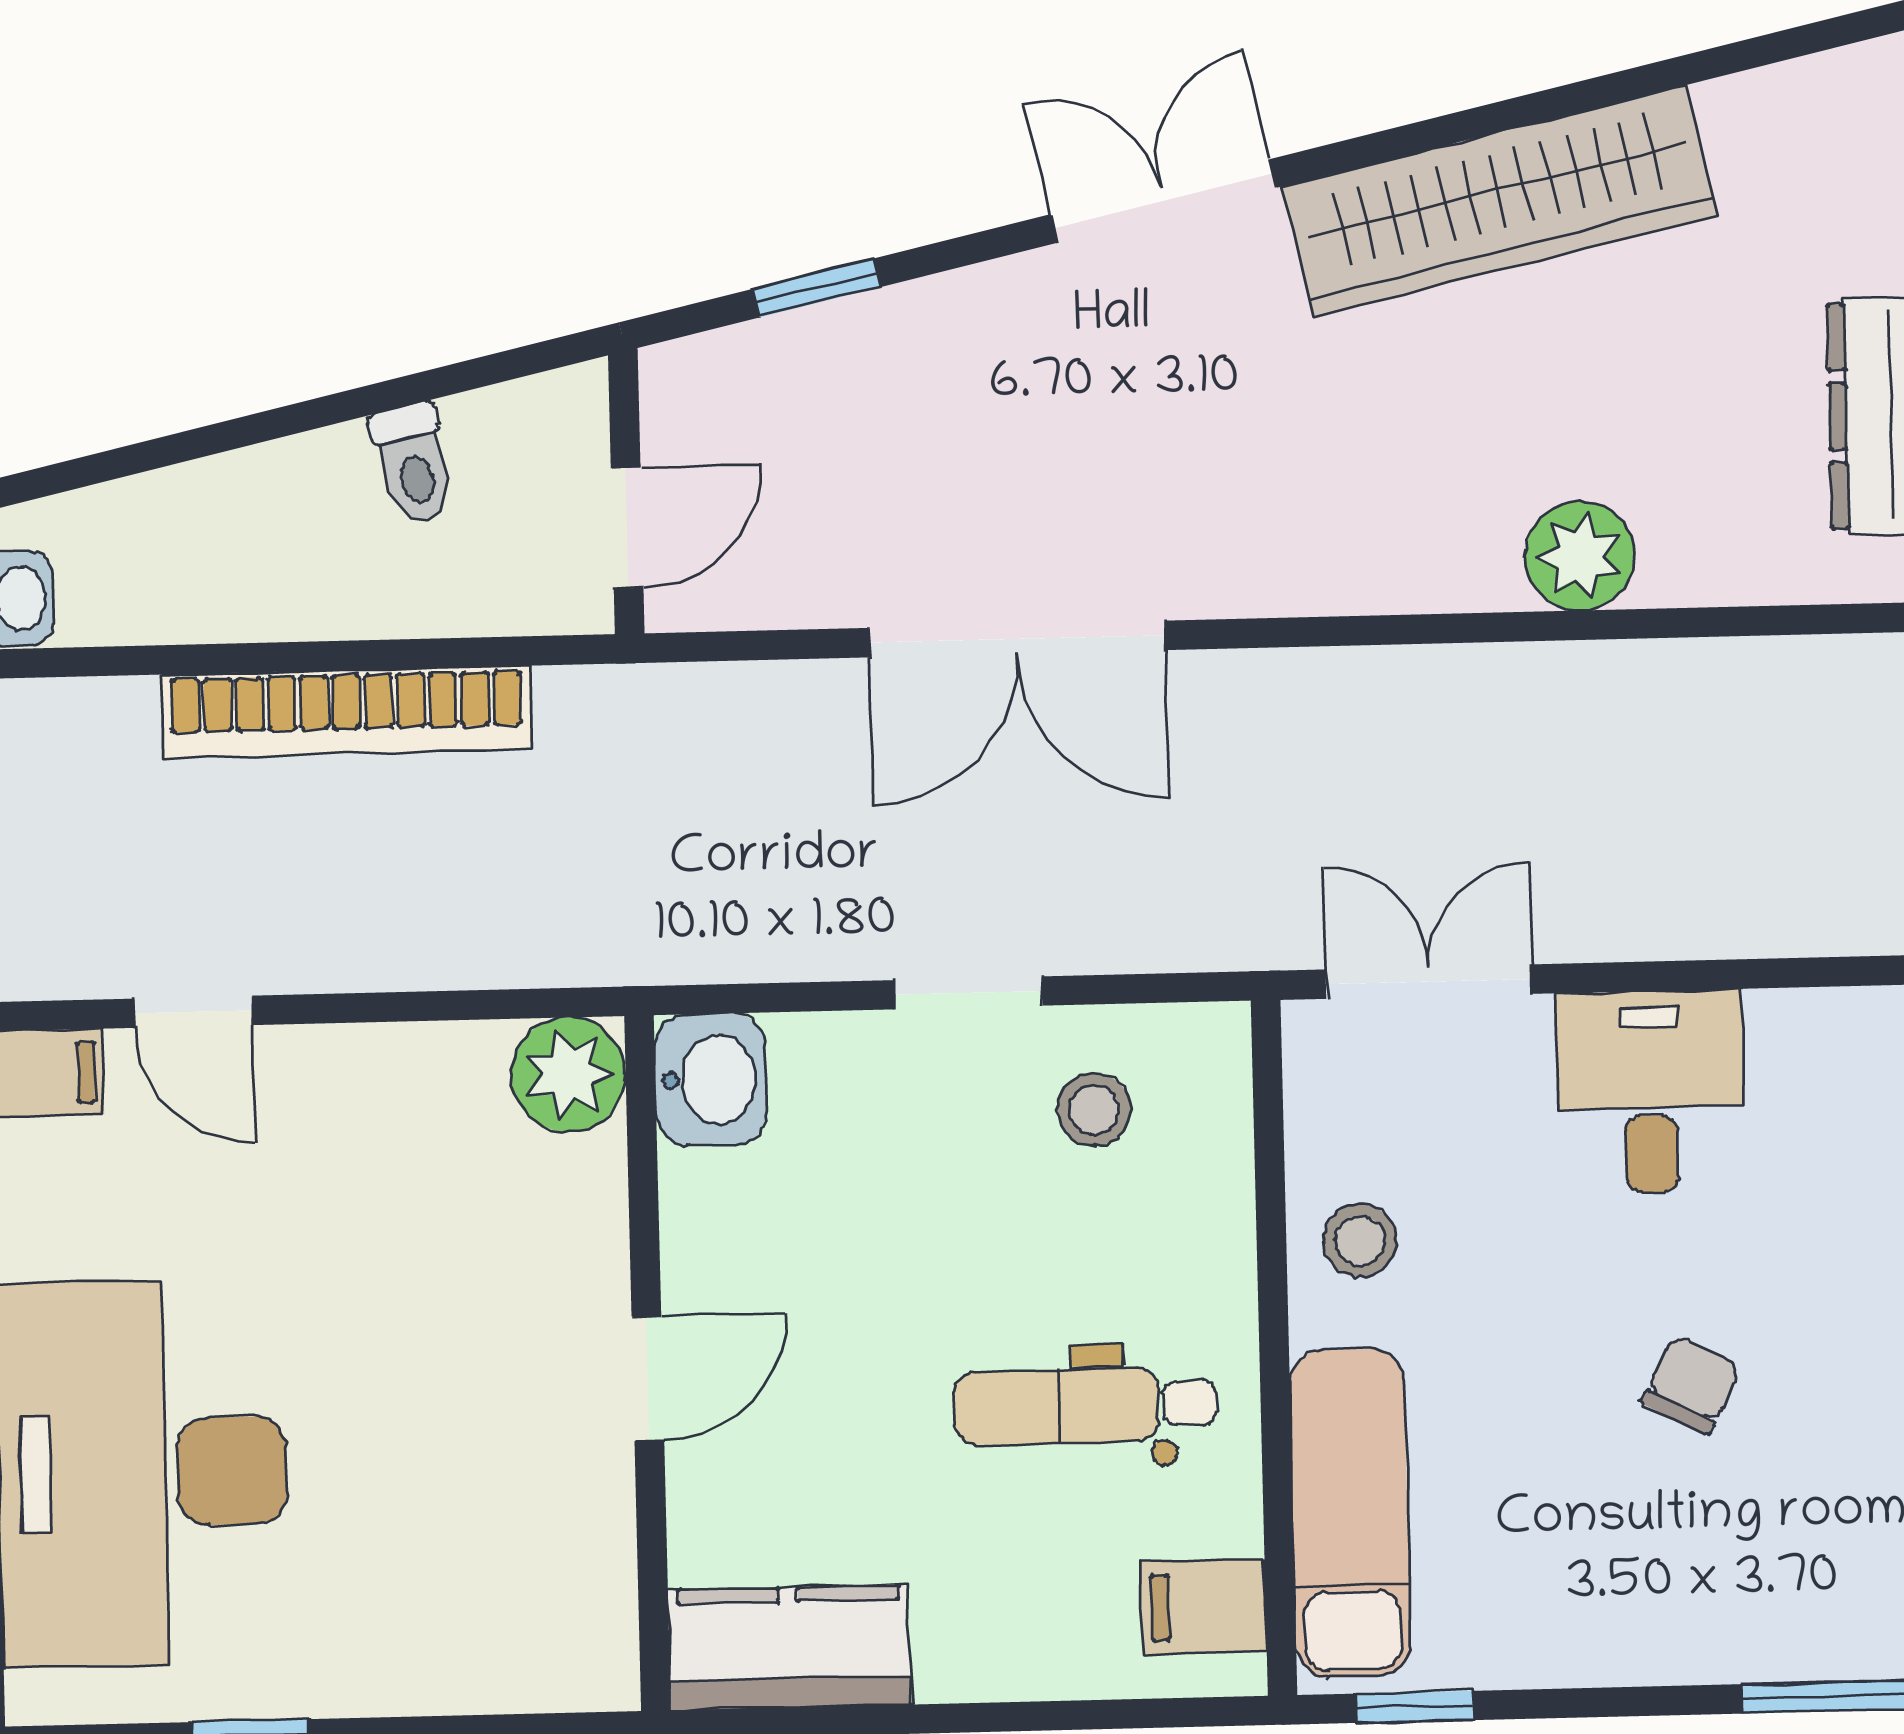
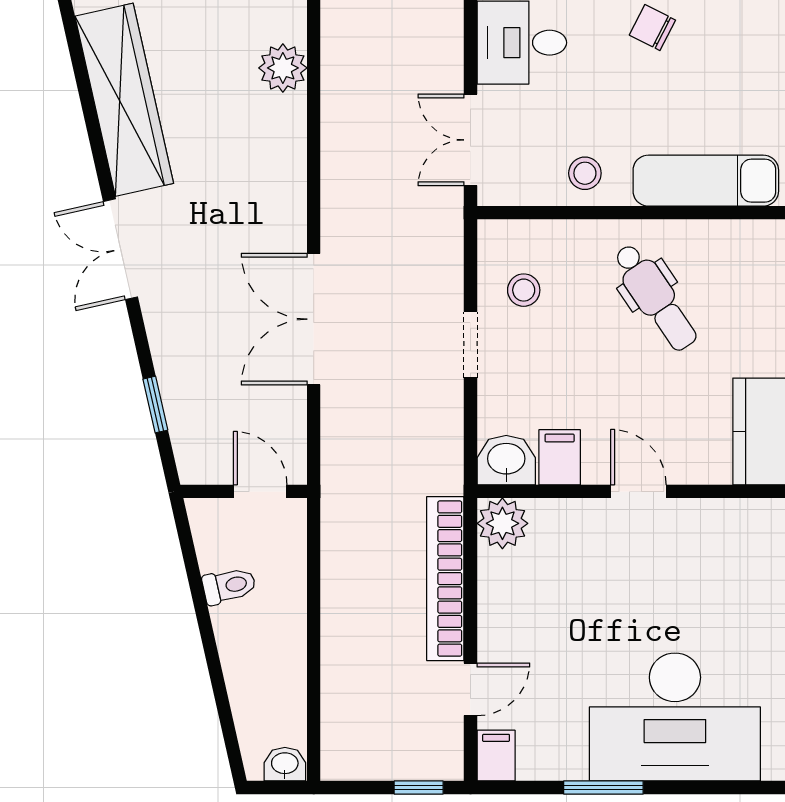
double door: (1017, 639) -> (314, 319), swing flipped
bookcase: (347, 712) -> (445, 579), moved, turned 180
dental chair: (1085, 1406) -> (655, 297), turned -34
filing cabinet: (1204, 1607) -> (560, 457), moved, turned 180

